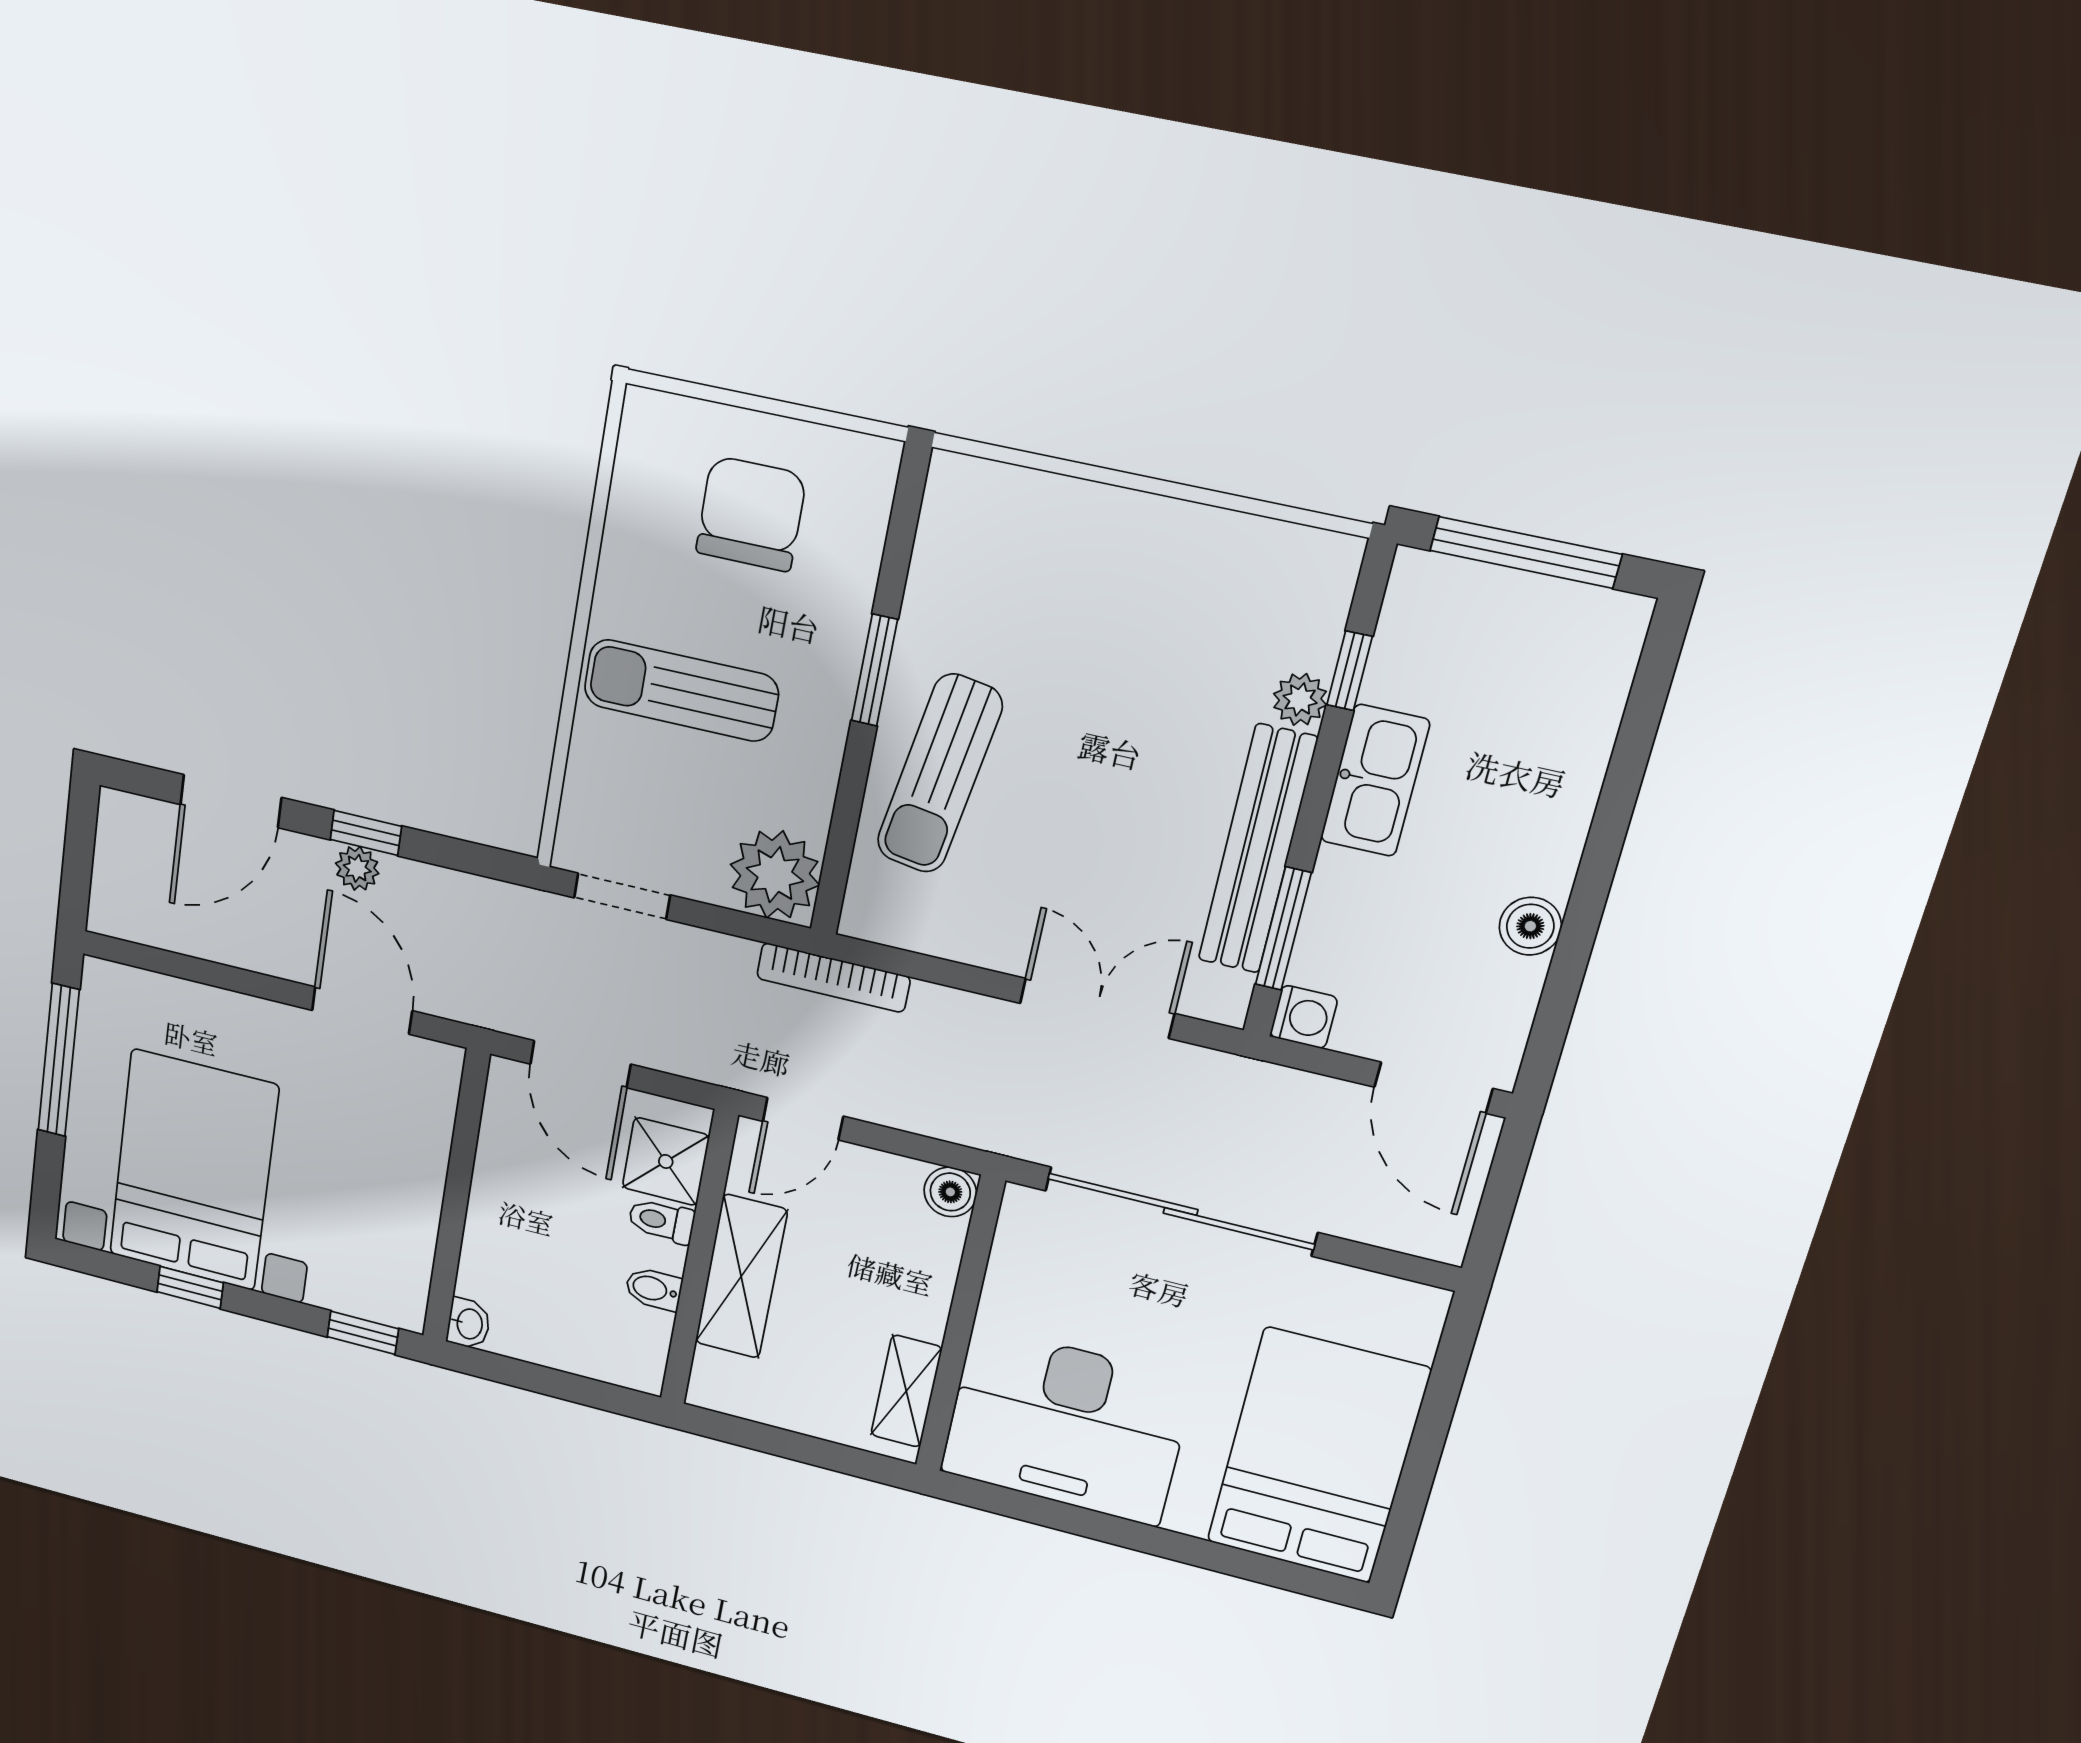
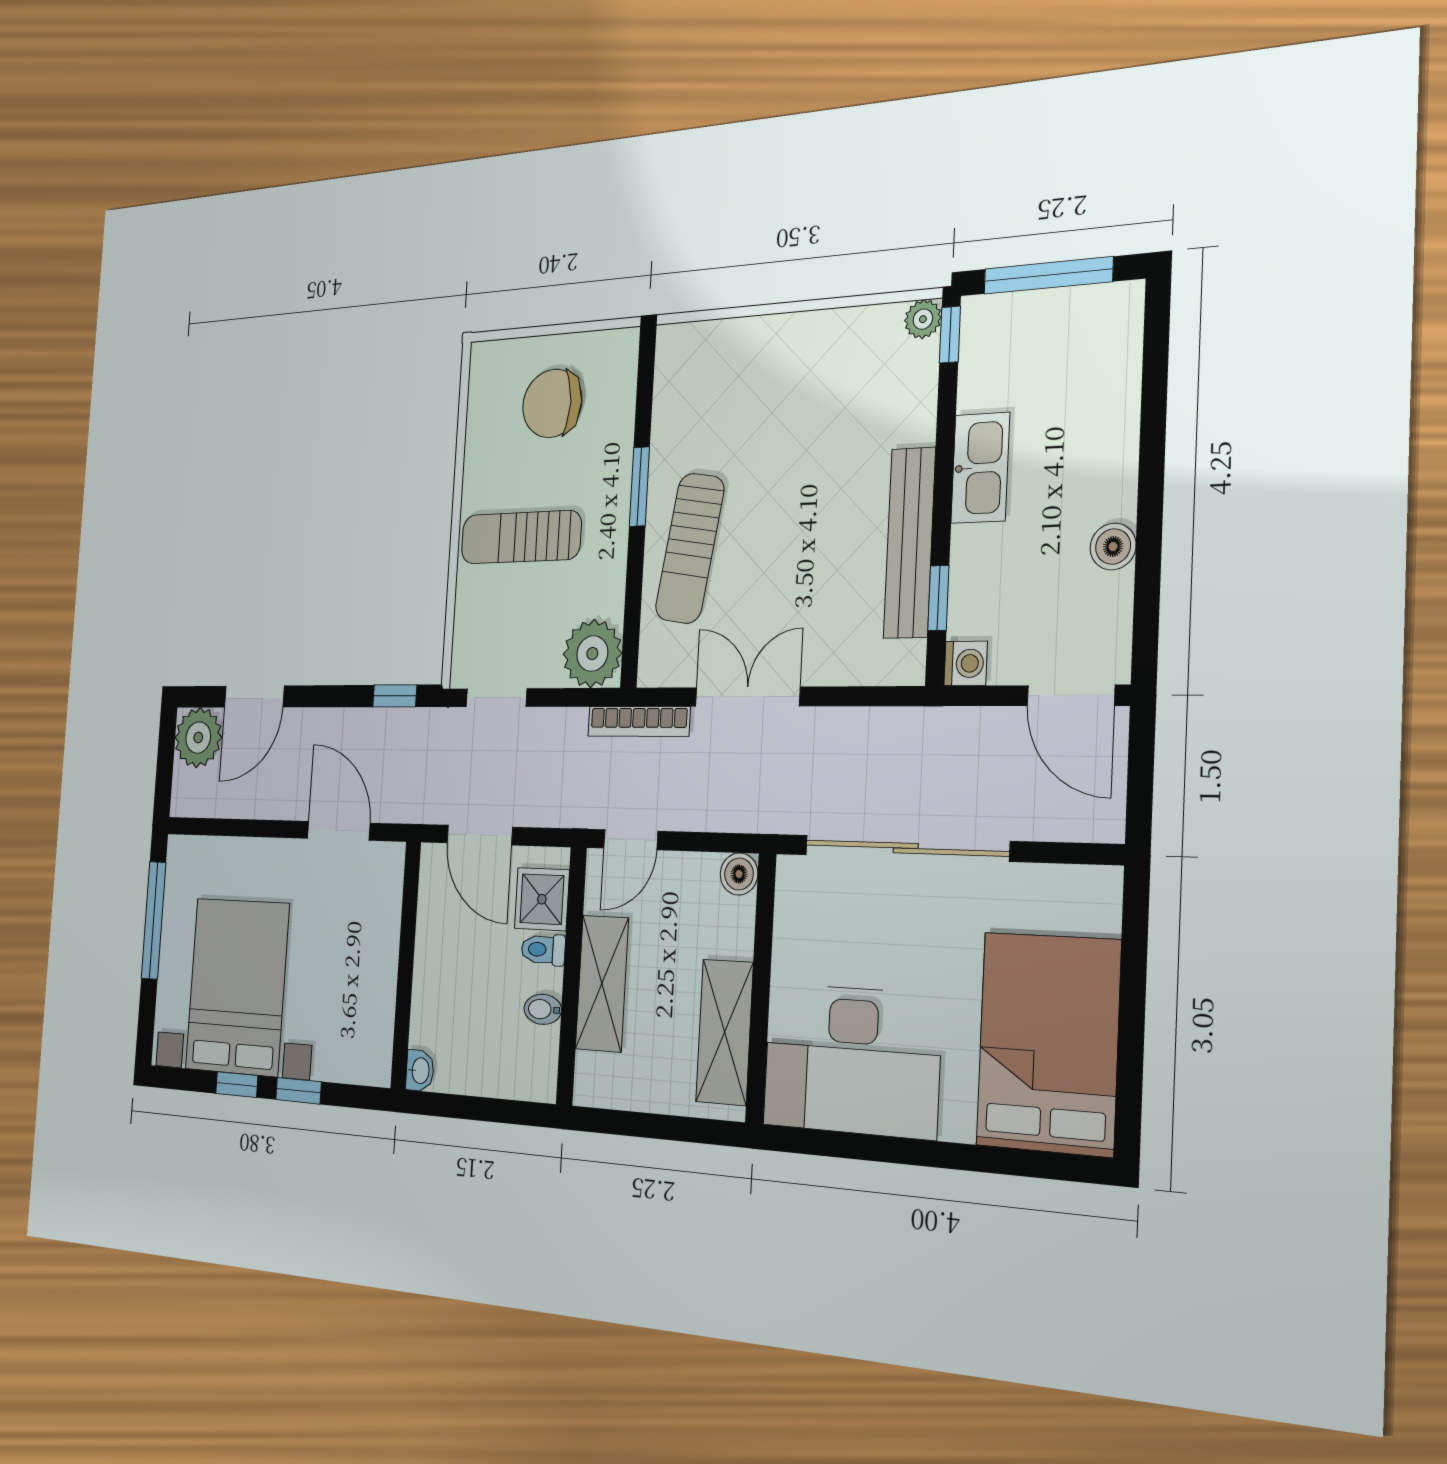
chair: (751, 514) -> (552, 403), turned -90
window: (1350, 671) -> (950, 335), moved
plant: (1300, 699) -> (923, 319), moved
window: (366, 833) -> (395, 696), moved
plant: (357, 868) -> (198, 738), moved, width x1.88, depth x1.88
window: (1283, 929) -> (938, 598), width x0.67
double door: (1097, 1008) -> (747, 697), moved
window: (363, 1333) -> (299, 1091), moved
shelving: (906, 1391) -> (725, 1032), width x1.50, depth x1.33

